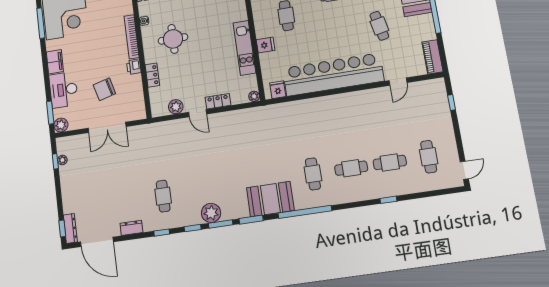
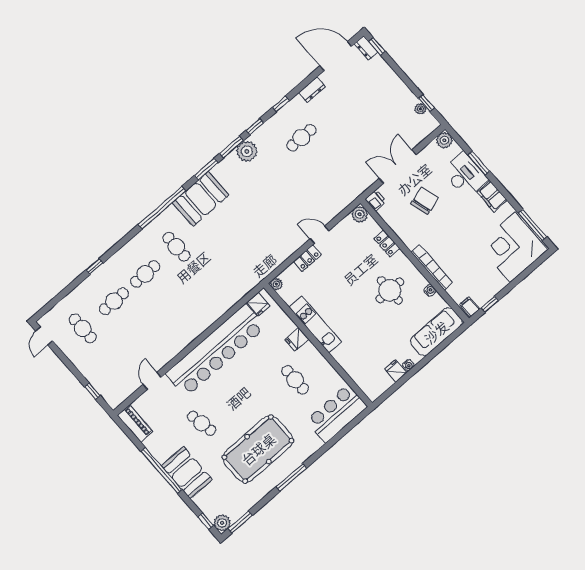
printer: (134, 67) -> (376, 200), moved
plant: (176, 107) -> (360, 214), moved
window: (50, 113) -> (479, 163), moved
cafe table: (163, 196) -> (301, 138), turned 90
dresser: (70, 228) -> (366, 48), width x0.70

